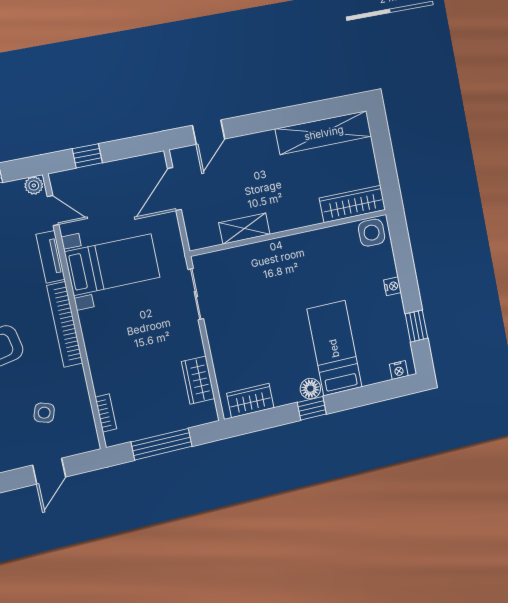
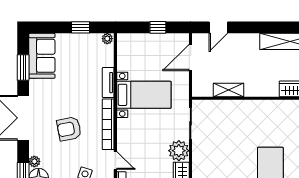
window: (87, 156) -> (158, 27), moved
door: (53, 211) -> (115, 160), moved
plant: (186, 341) -> (179, 151), added

